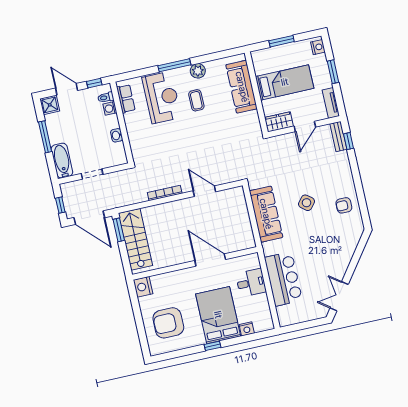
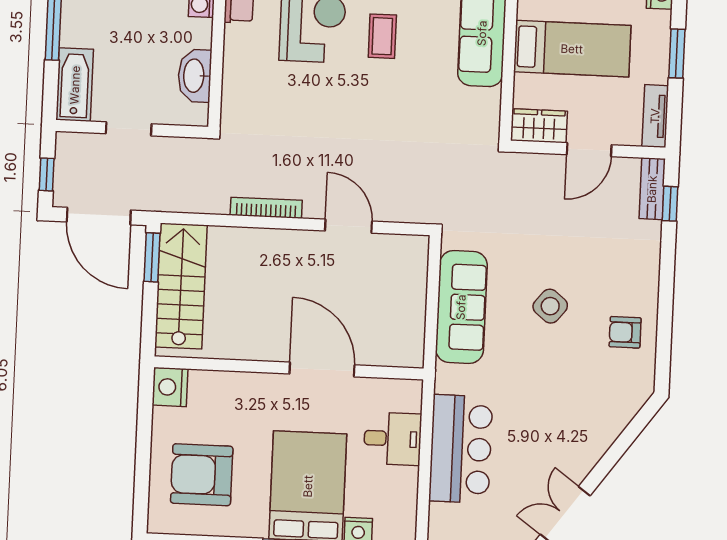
washbasin: (117, 135) -> (195, 76), width x1.91, depth x1.45

